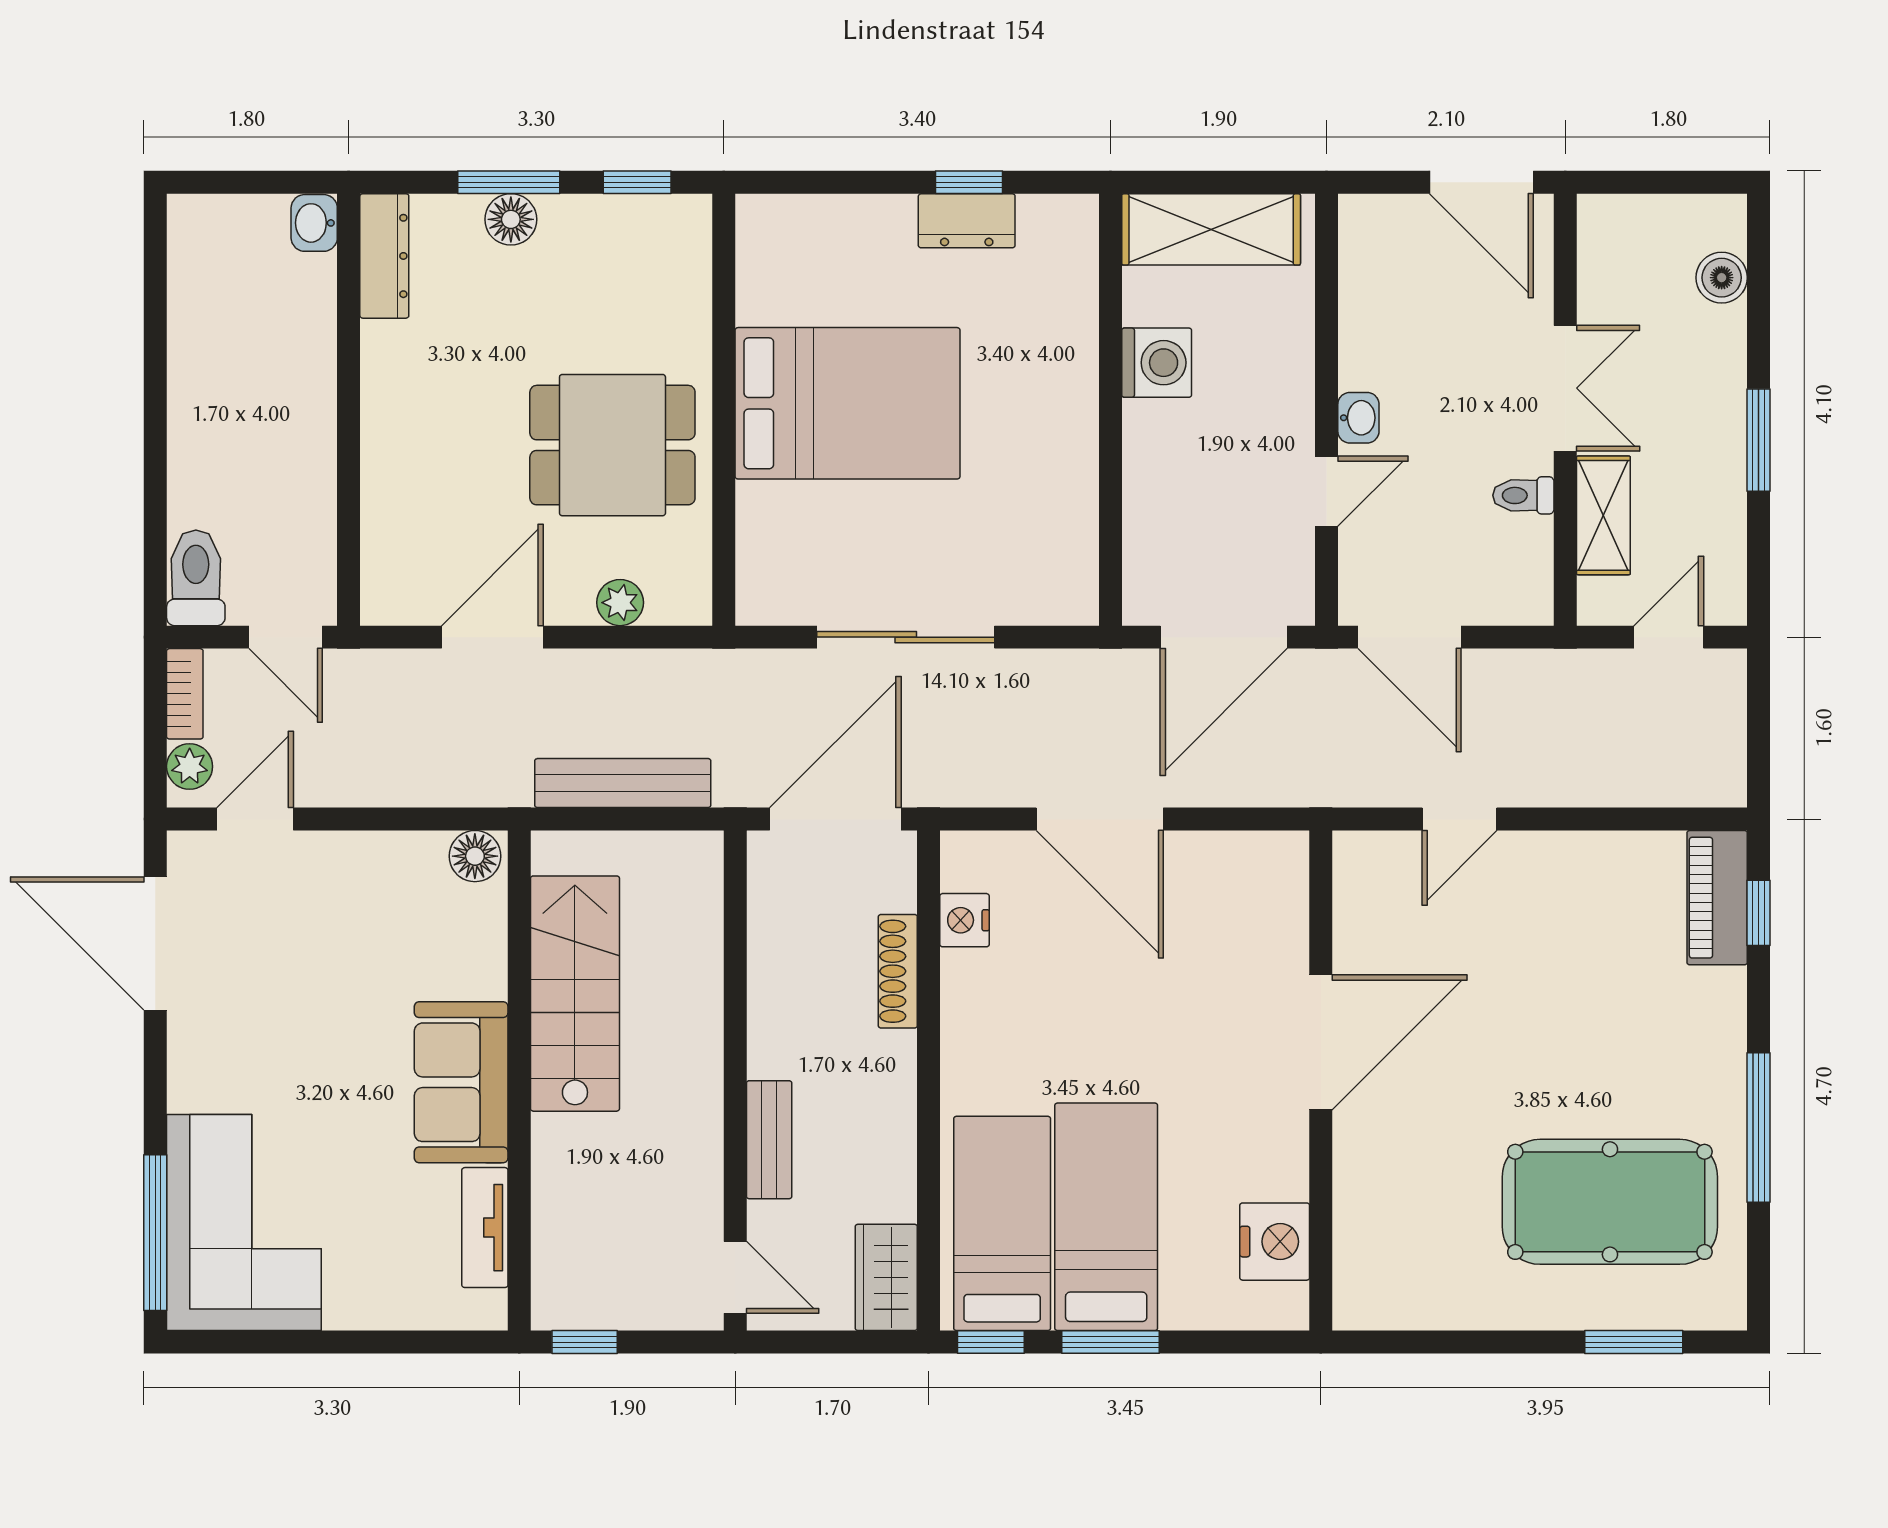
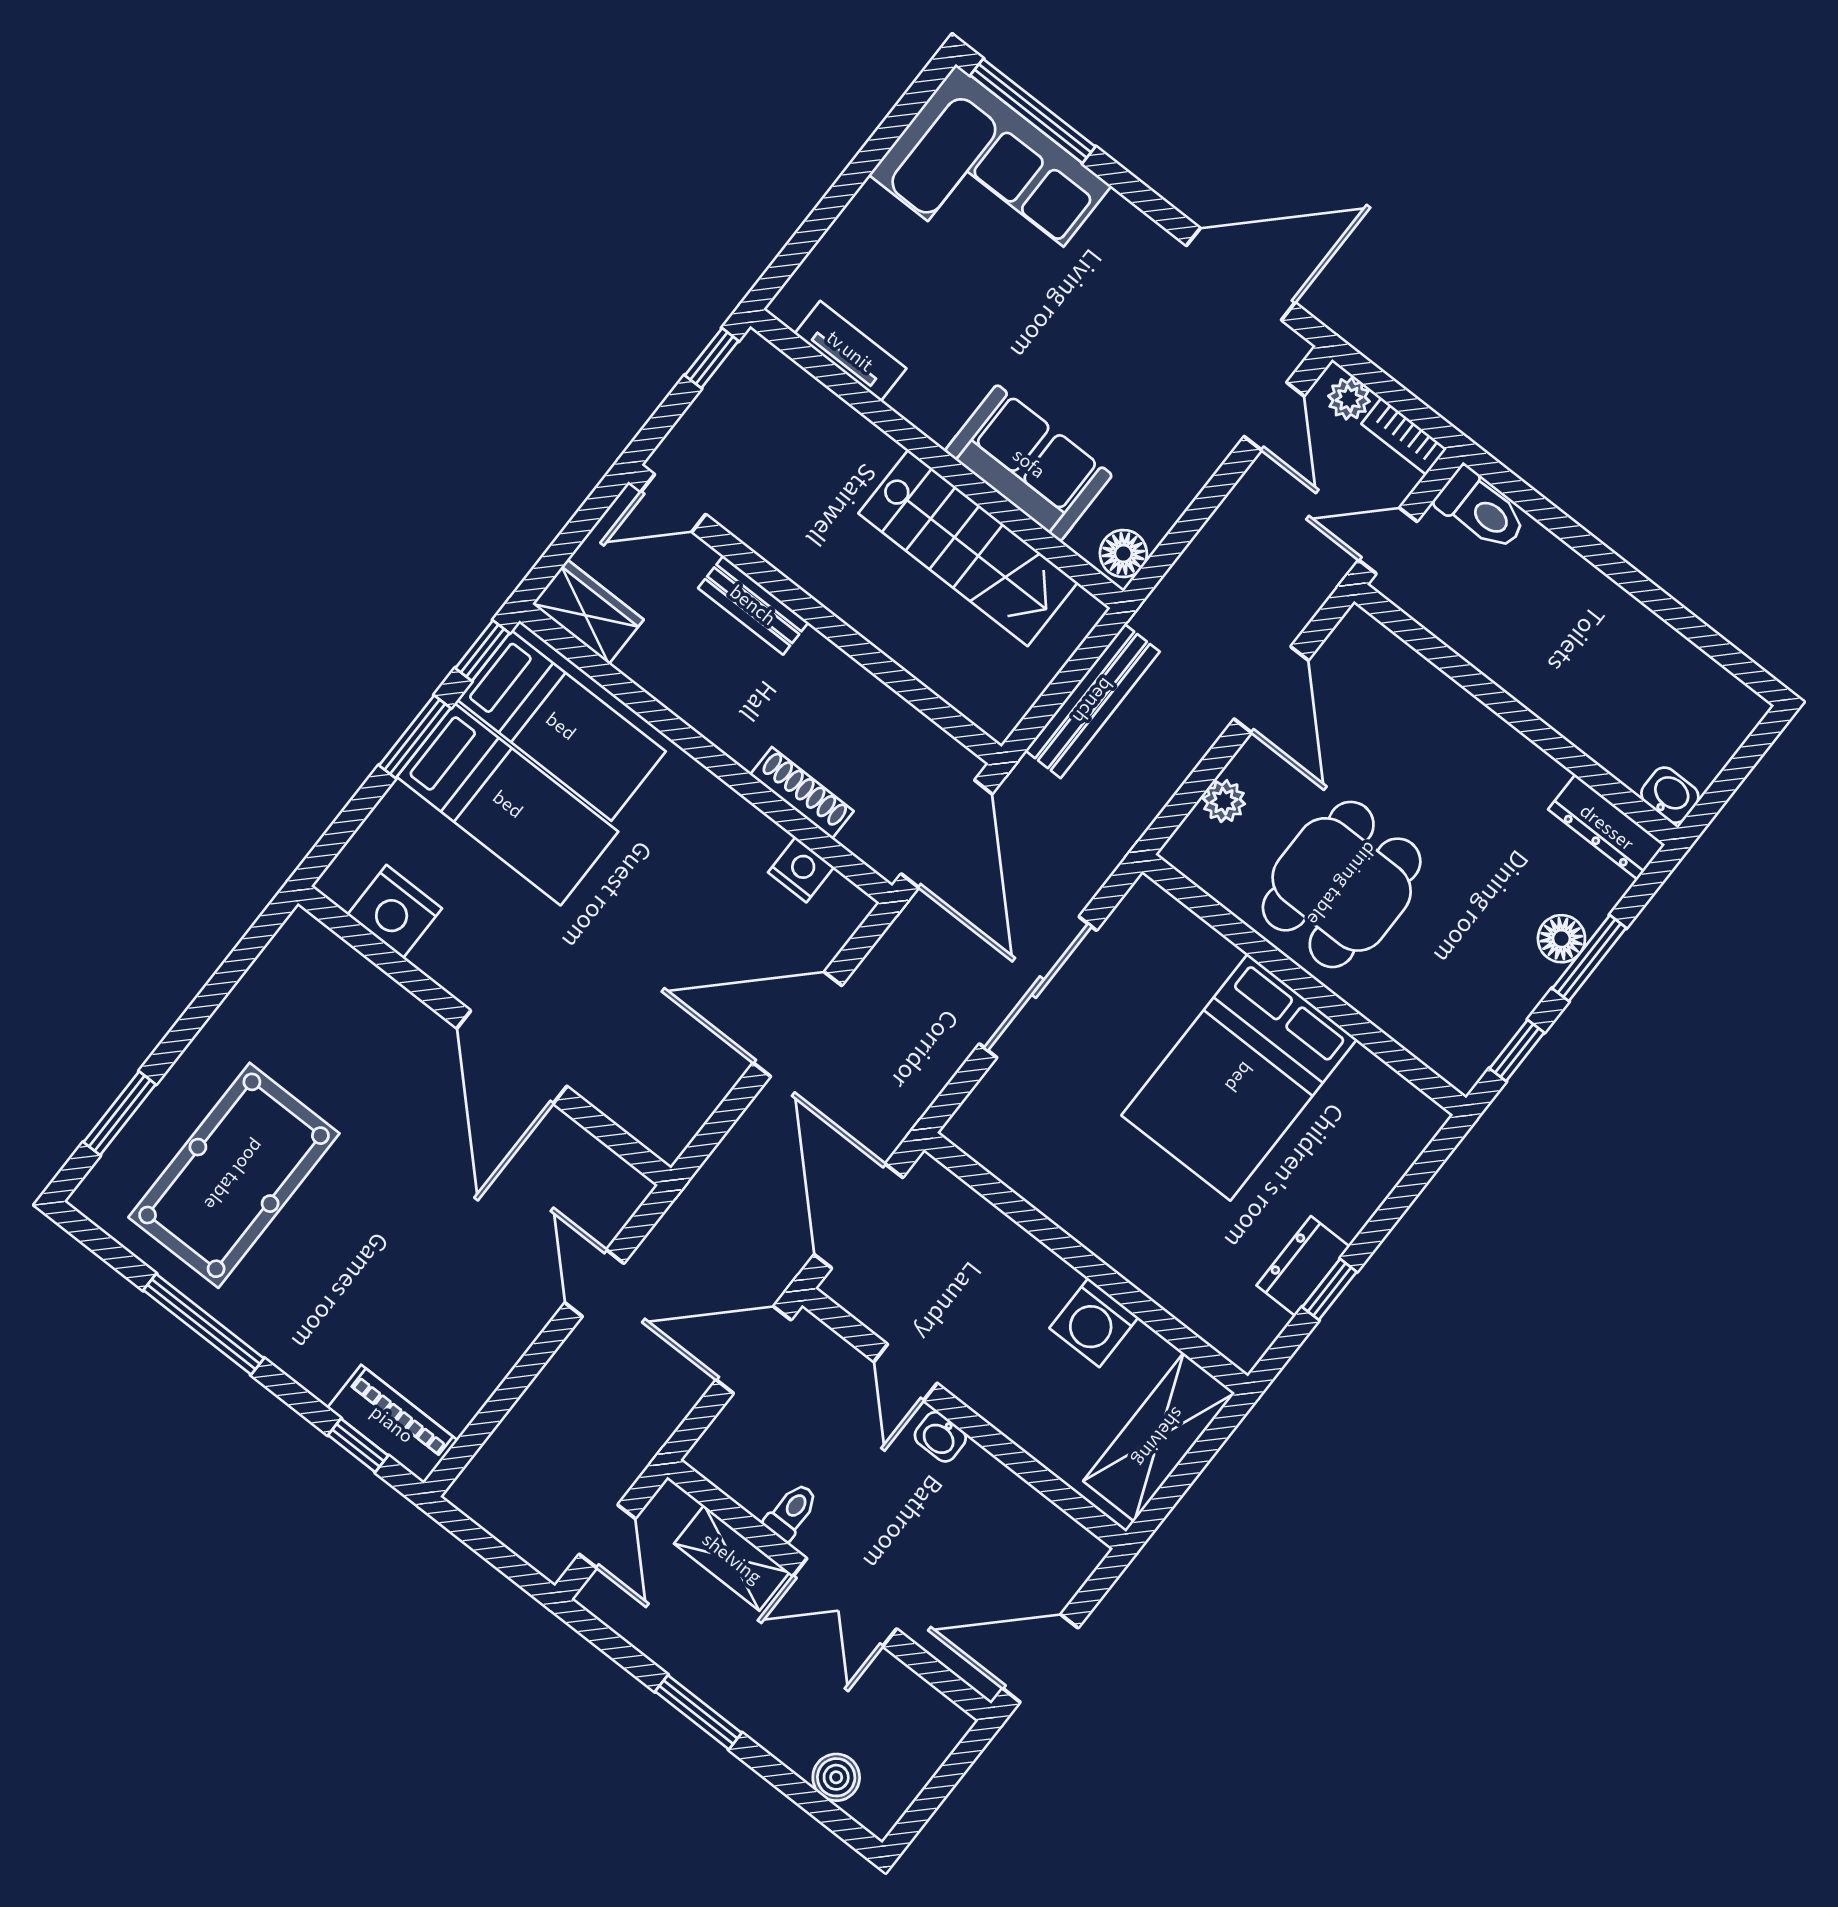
sofa: (461, 1082) -> (1029, 463), moved

